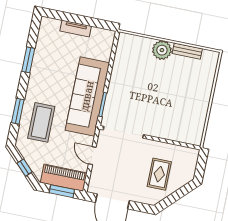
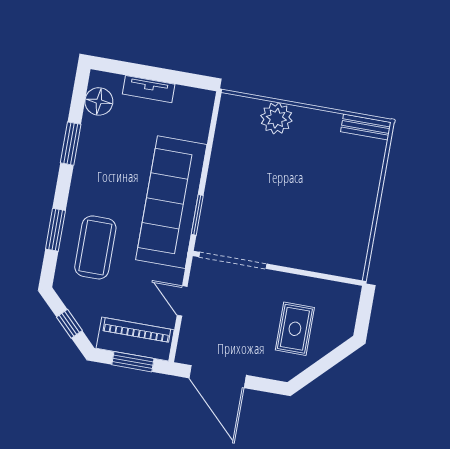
floor lamp: (46, 35) -> (99, 101), added
plant: (162, 50) -> (276, 118), moved
bench: (187, 51) -> (366, 127), moved

